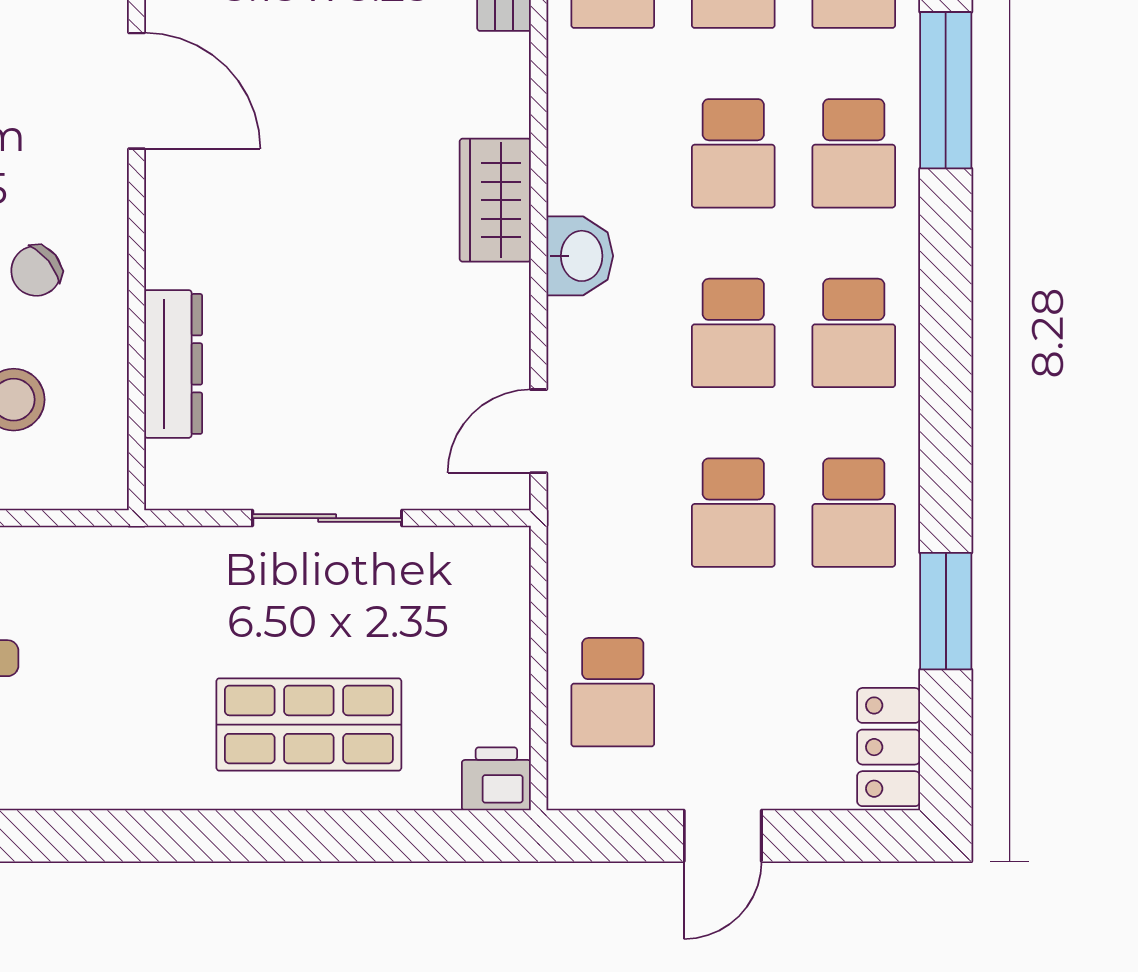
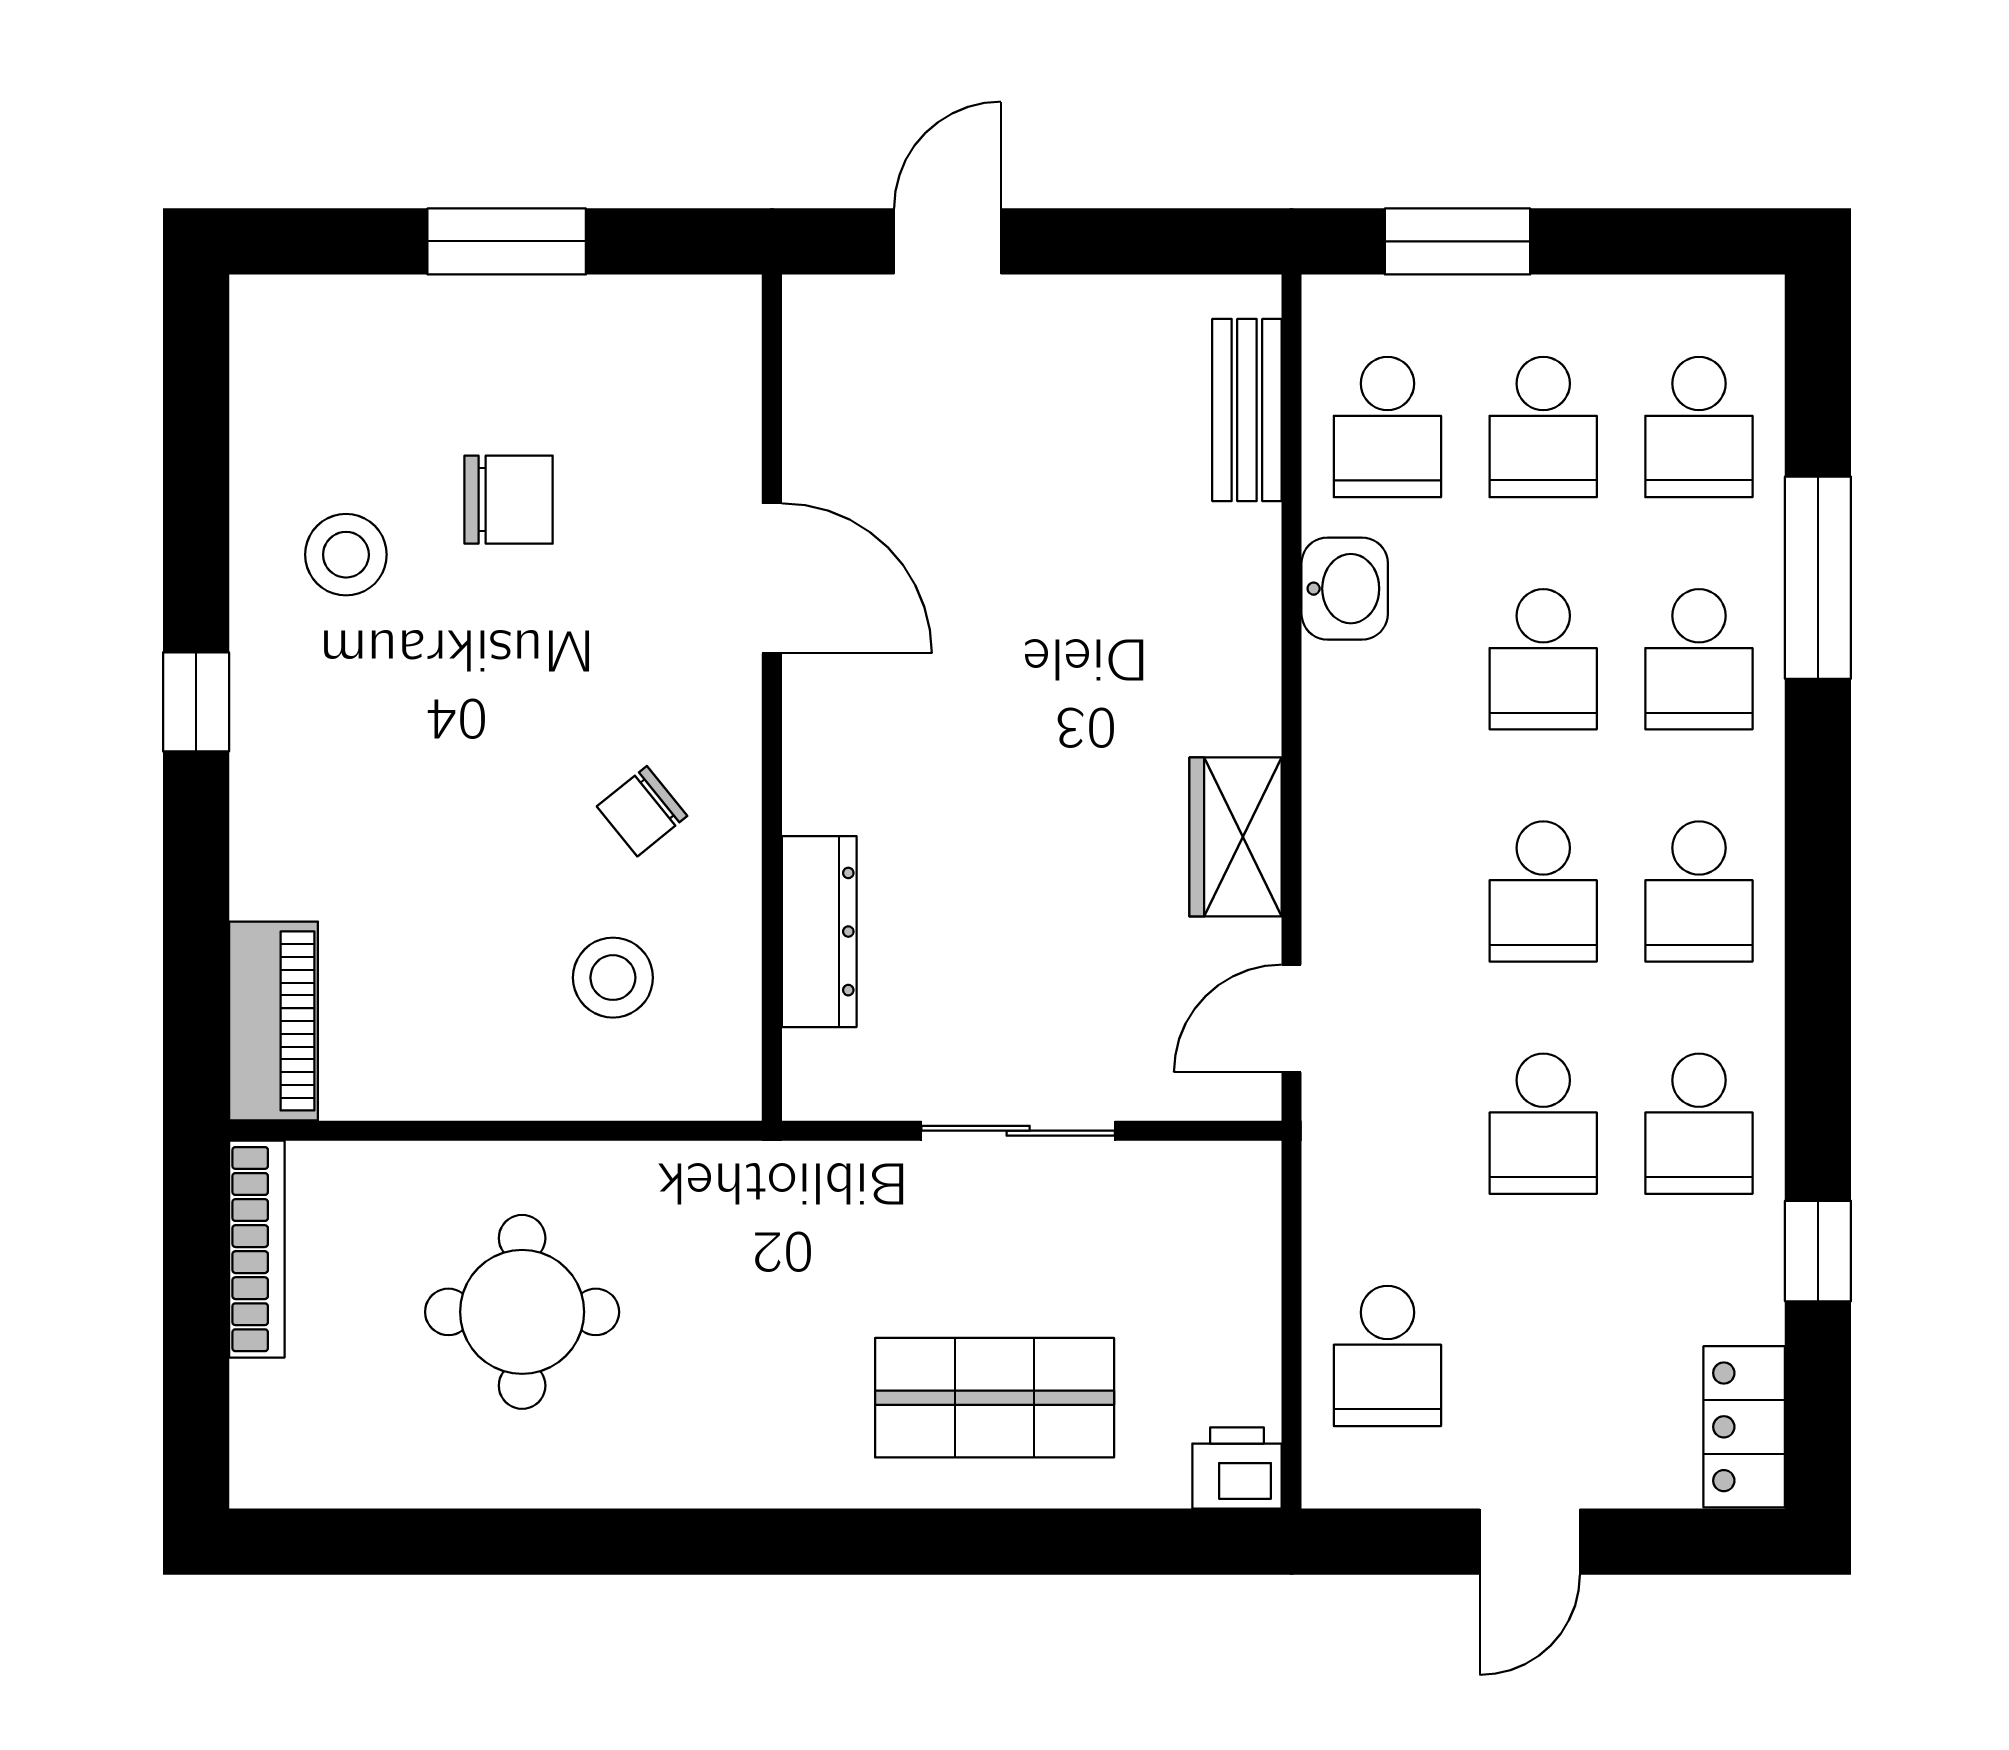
wardrobe: (495, 200) -> (1236, 837), moved
washbasin: (580, 256) -> (1345, 589), moved
window: (946, 611) -> (1818, 1251), width x0.67

